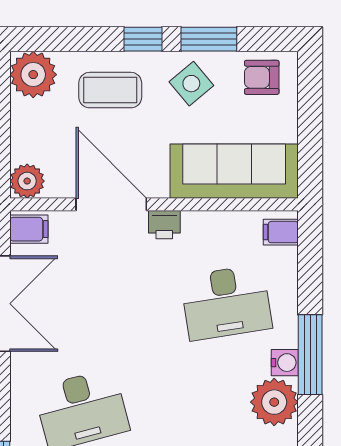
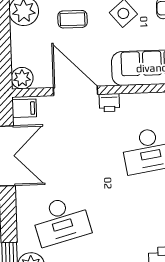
coffee table: (110, 90) -> (73, 19), width x0.73, depth x0.77

